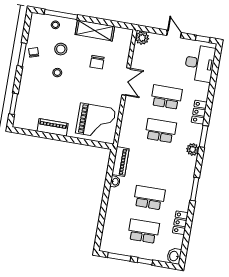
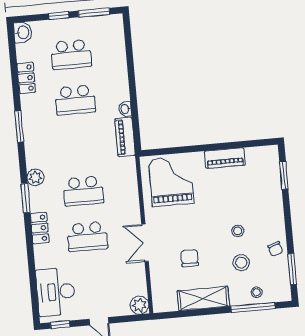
window: (22, 55) -> (292, 269), moved
grand piano: (96, 121) -> (171, 181), turned 90

